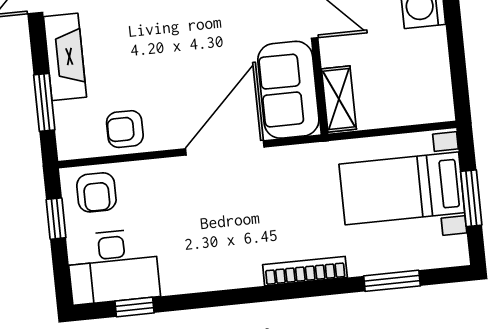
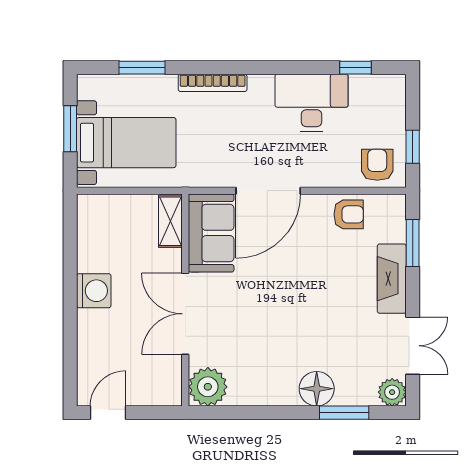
desk: (113, 266) -> (312, 103), moved

